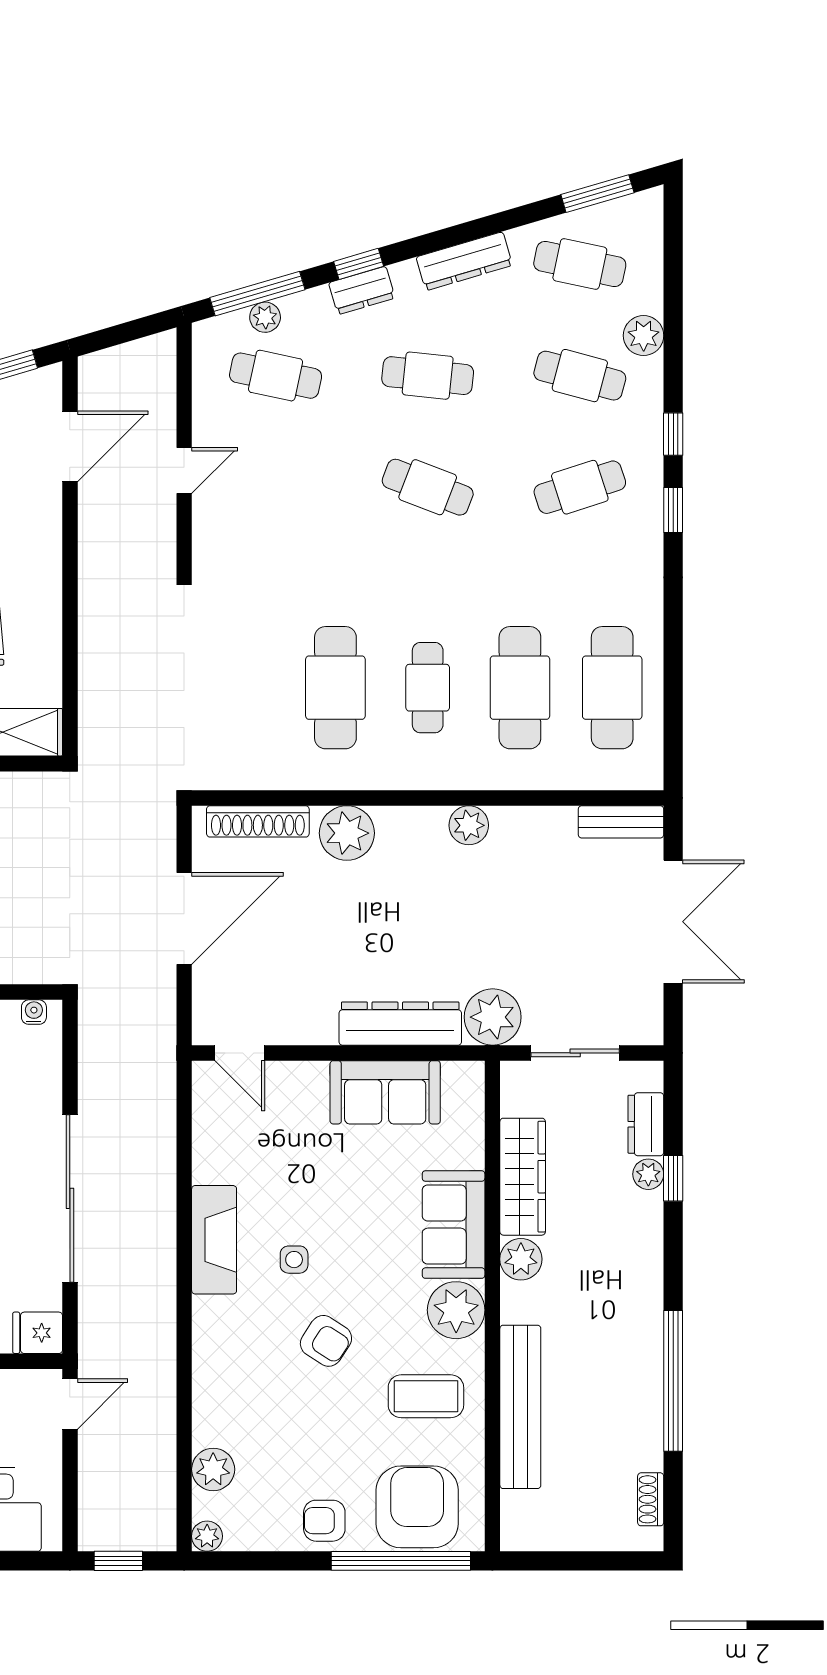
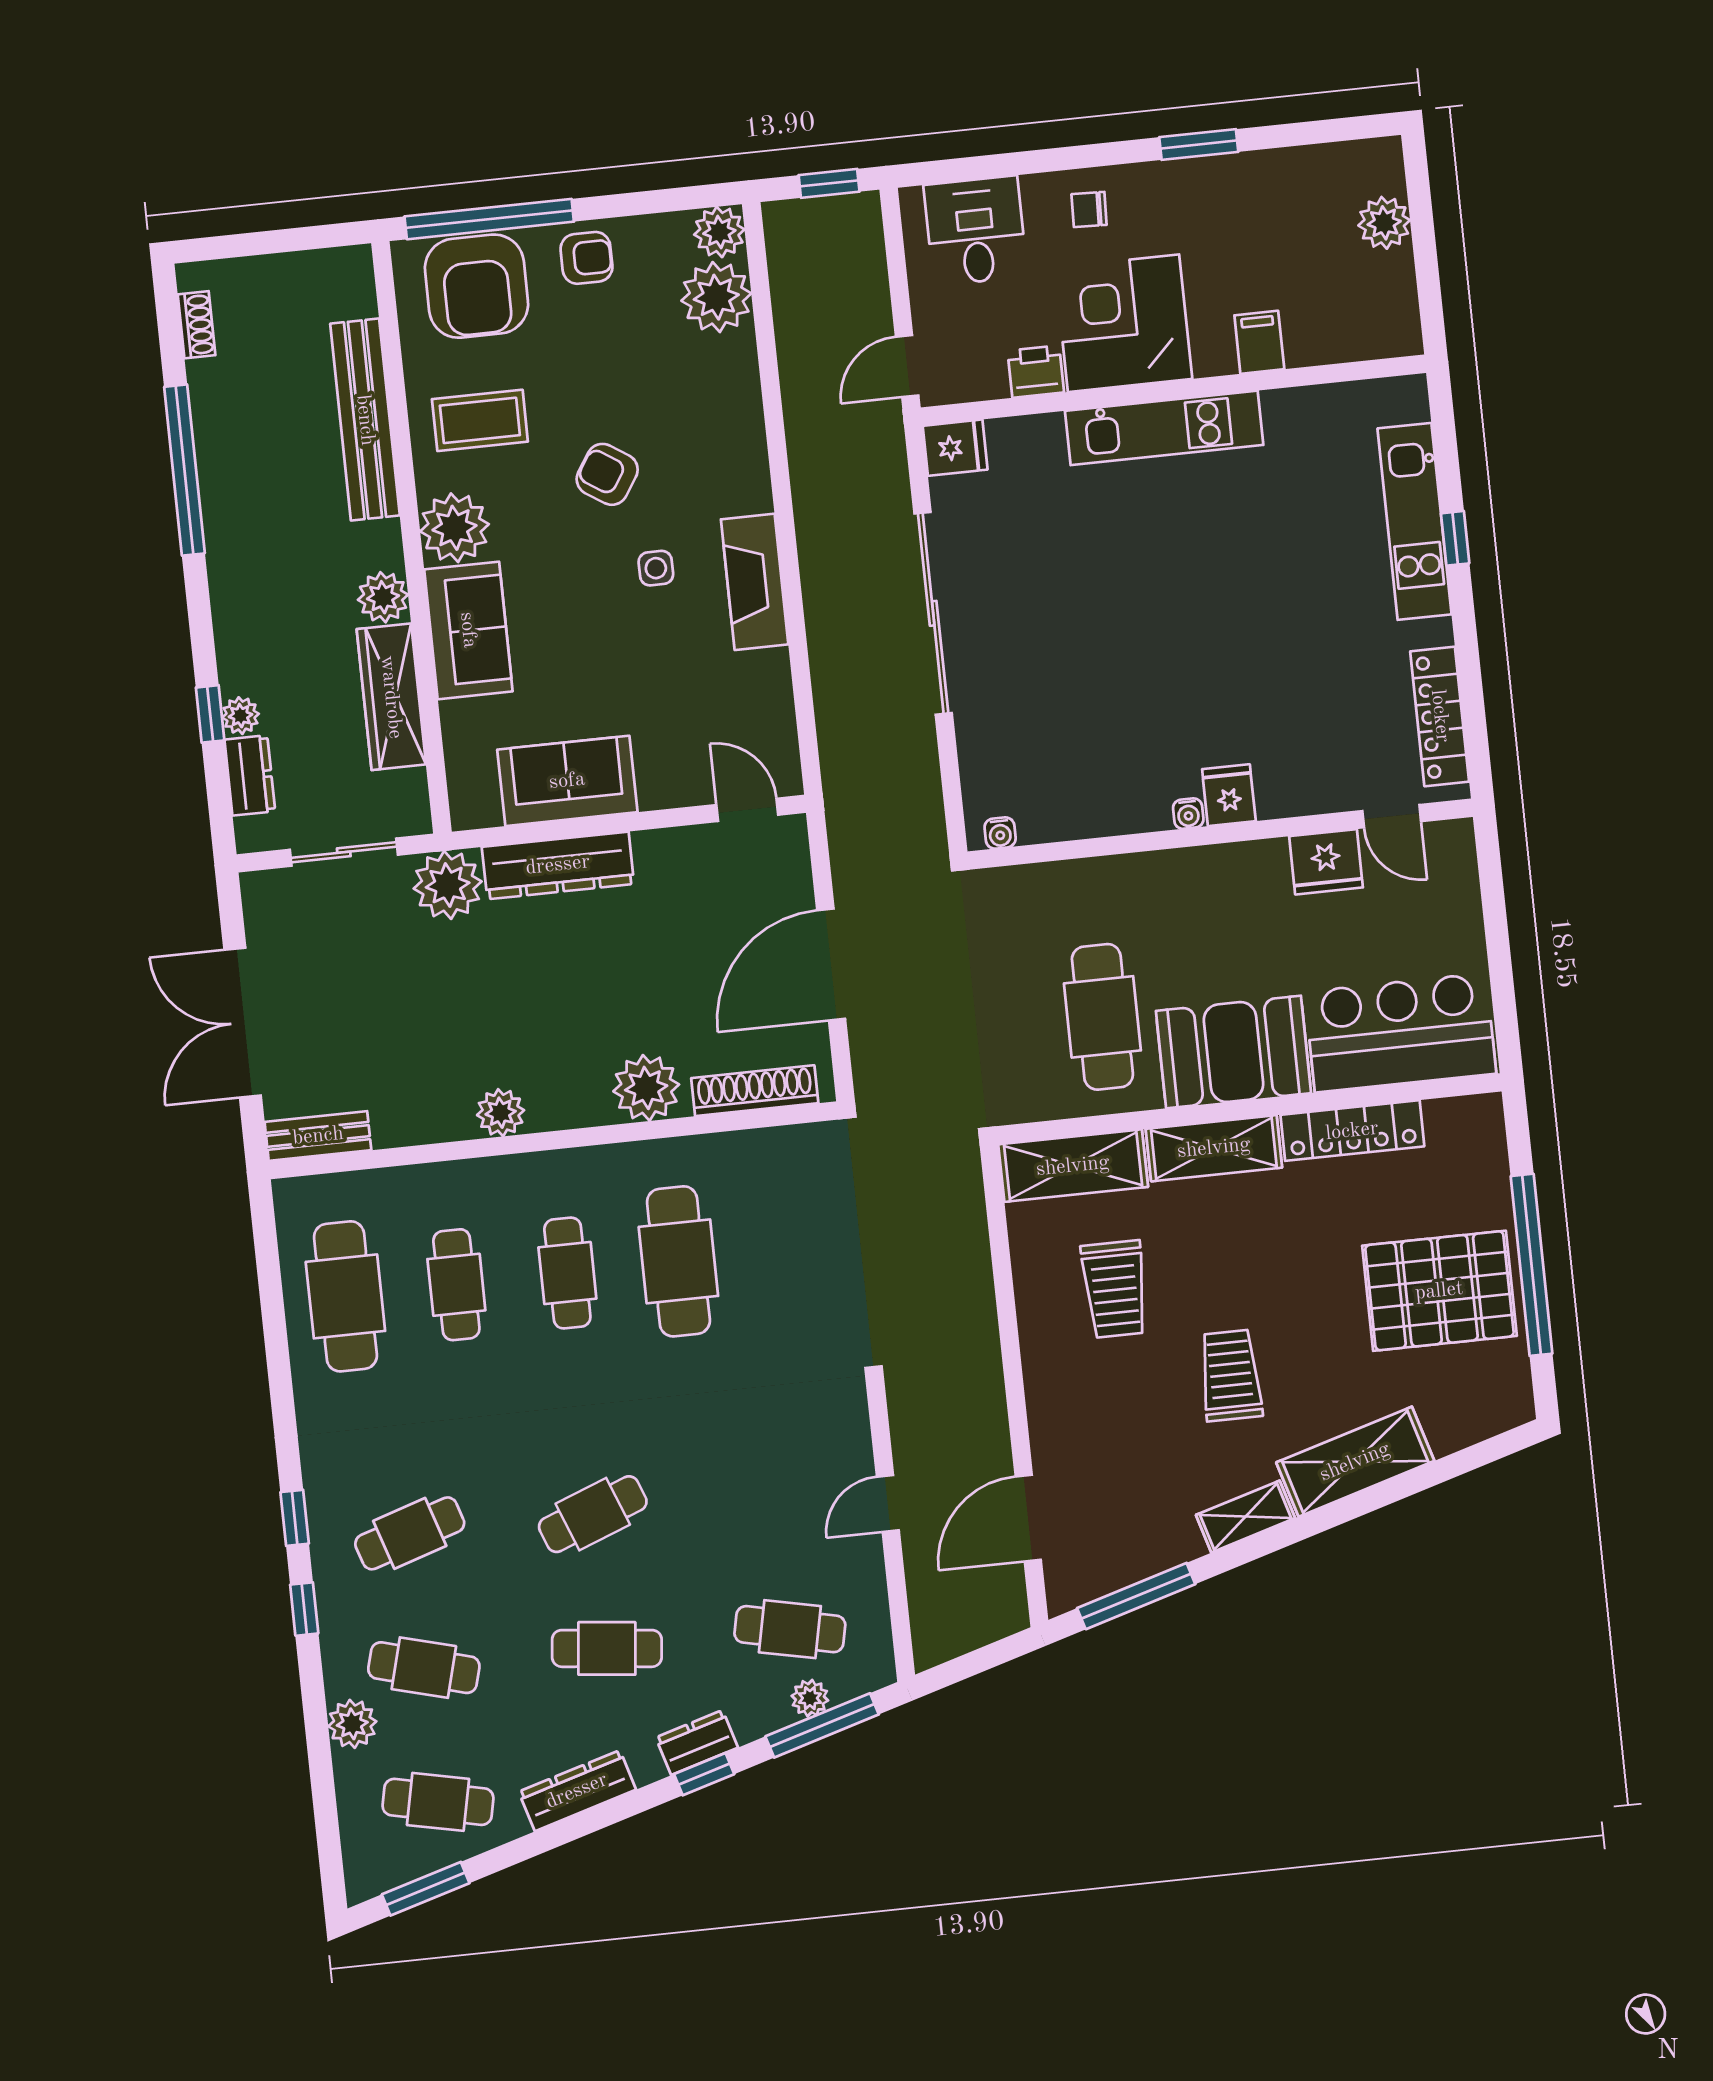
cafe table: (428, 487) -> (593, 1514), turned -42
cafe table: (520, 688) -> (456, 1285), width x0.73, depth x0.74
plant: (213, 1469) -> (716, 297), width x1.36, depth x1.36
plant: (207, 1536) -> (719, 232), width x1.38, depth x1.38

